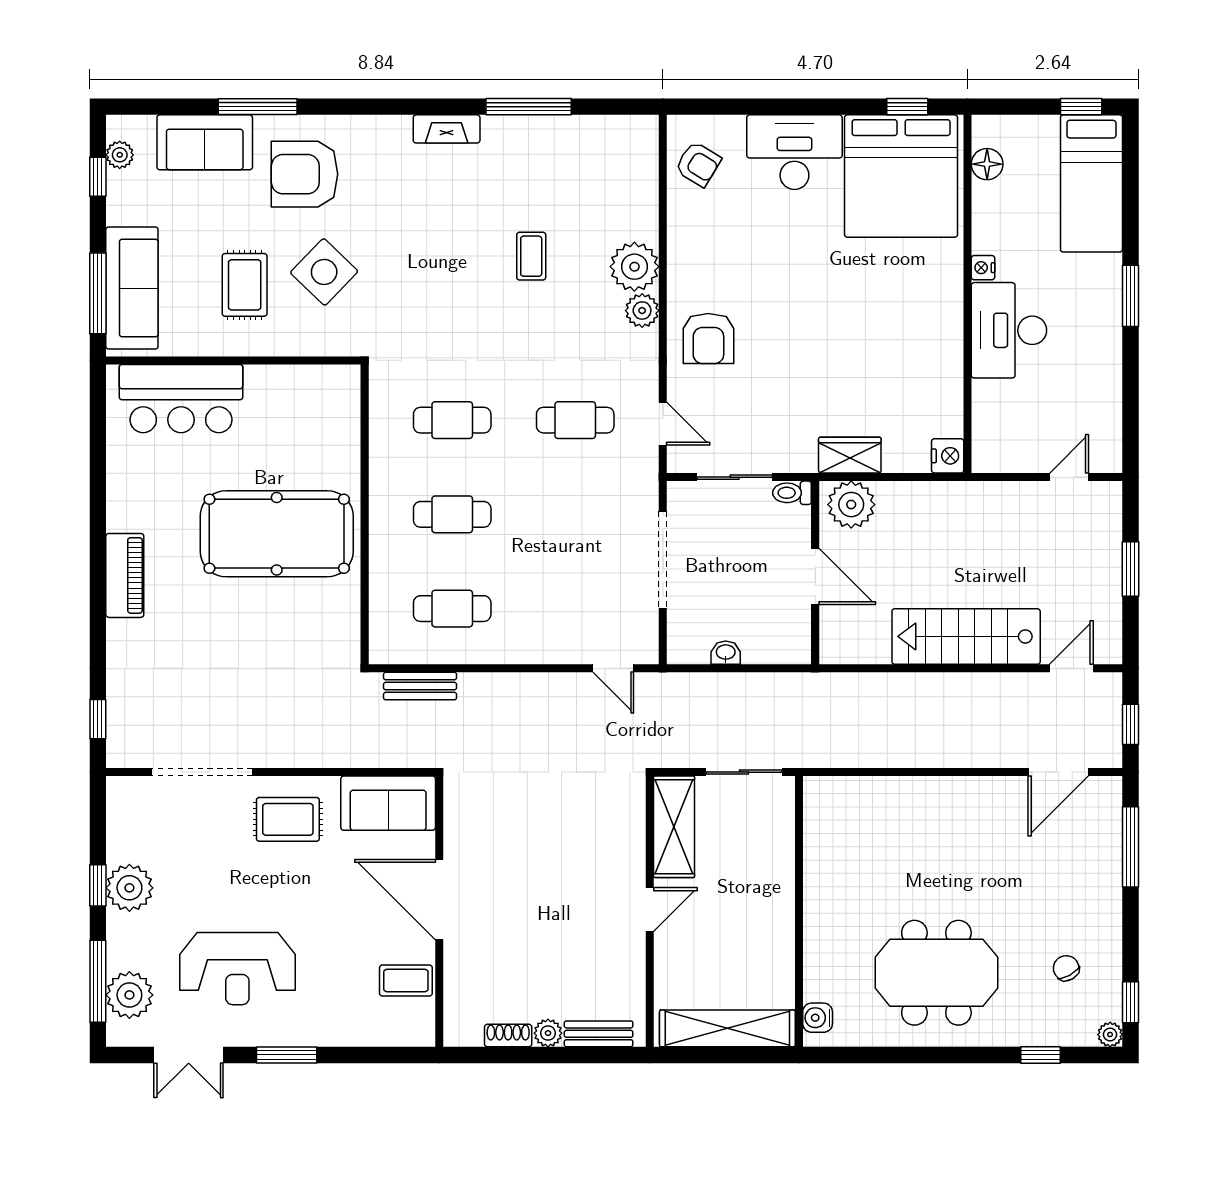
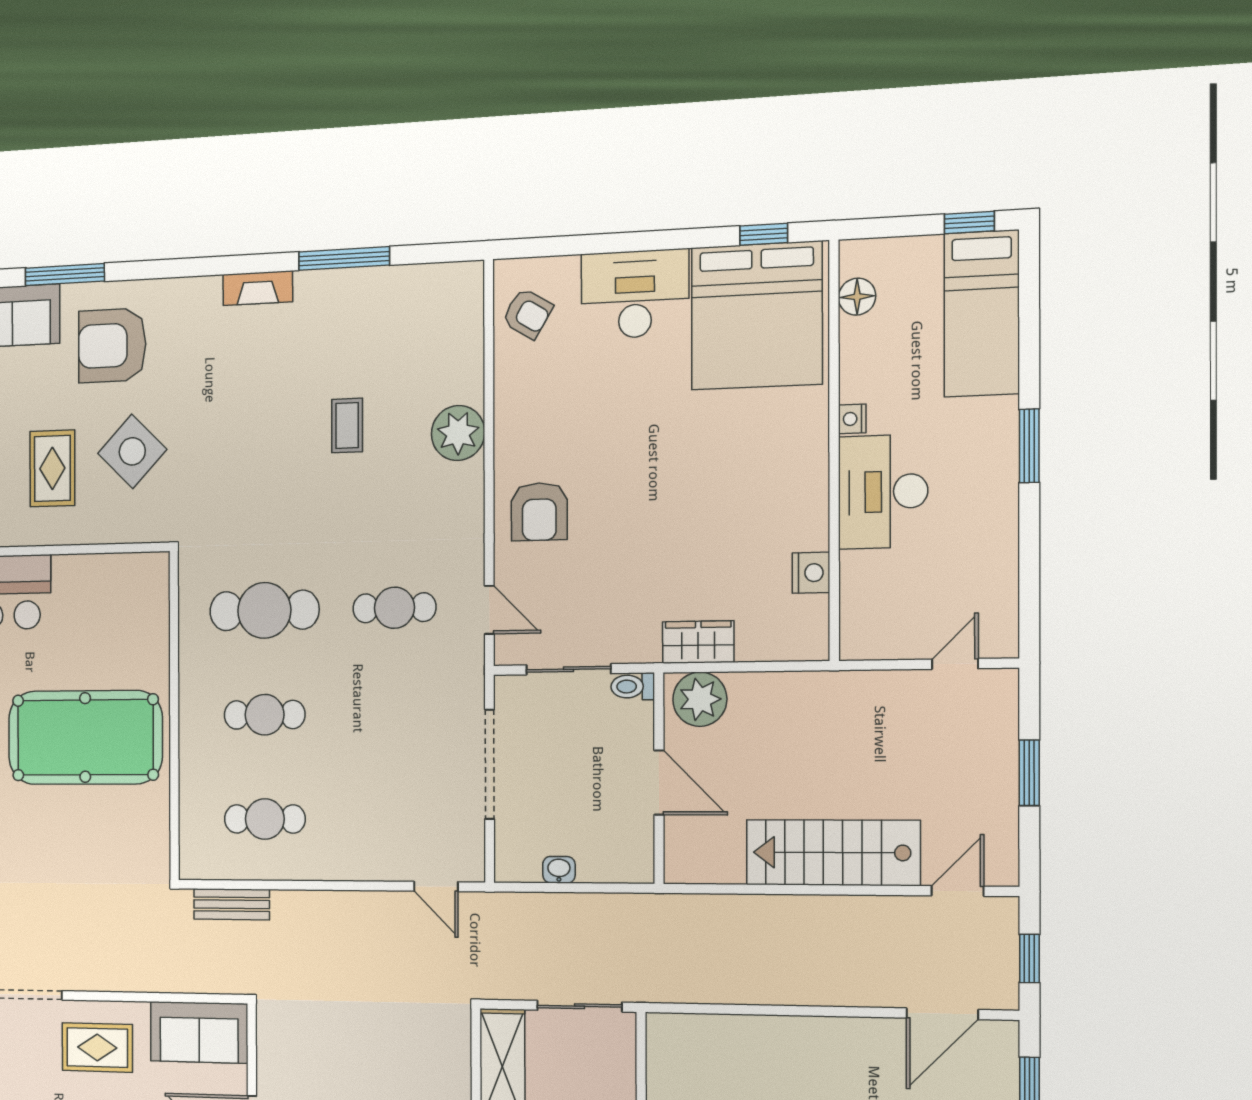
plant: (642, 311) -> (466, 482), removed
cafe table: (452, 420) -> (264, 610), width x1.37, depth x1.35
nightstand: (948, 456) -> (811, 573), moved

